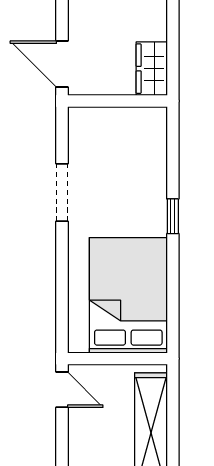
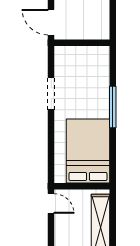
wardrobe: (152, 69) -> (101, 25), removed
window: (173, 216) -> (113, 107), width x2.17

